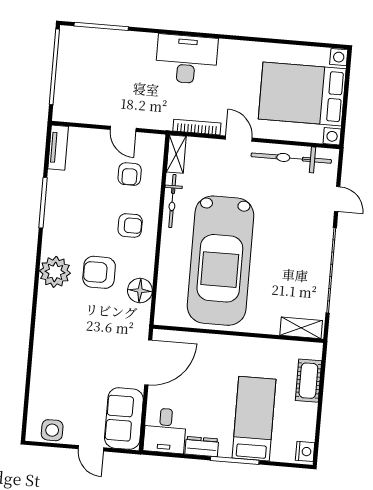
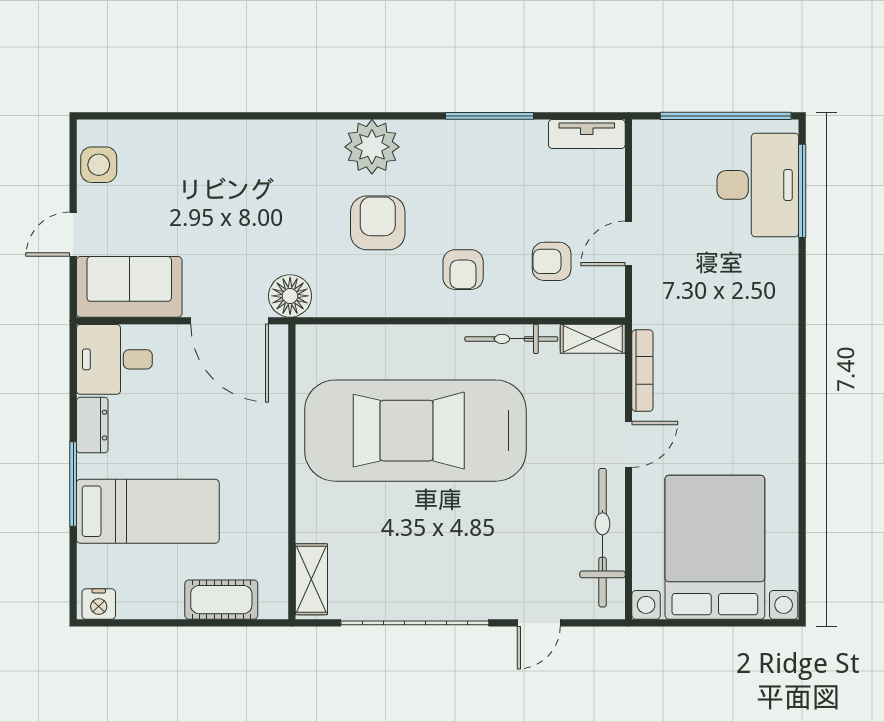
desk: (187, 59) -> (758, 185), moved
floor lamp: (140, 291) -> (290, 296), moved

